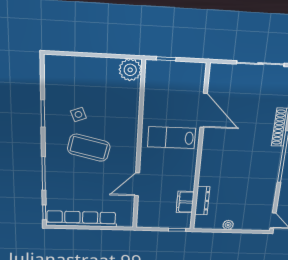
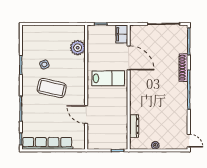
plant: (130, 70) -> (78, 48), moved
lab bench: (172, 138) -> (108, 78), turned 180
door: (137, 184) -> (86, 115), hinge flipped
filing cabinet: (185, 202) -> (122, 34), moved

